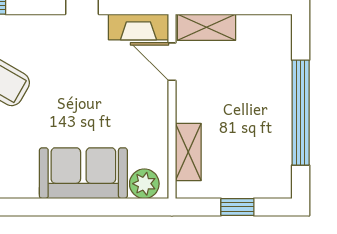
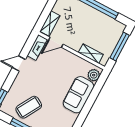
window: (237, 207) -> (120, 47), width x2.17

